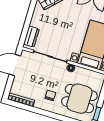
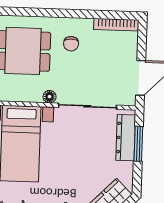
window: (26, 27) -> (138, 144), added
dresser: (31, 37) -> (126, 138), width x1.44

